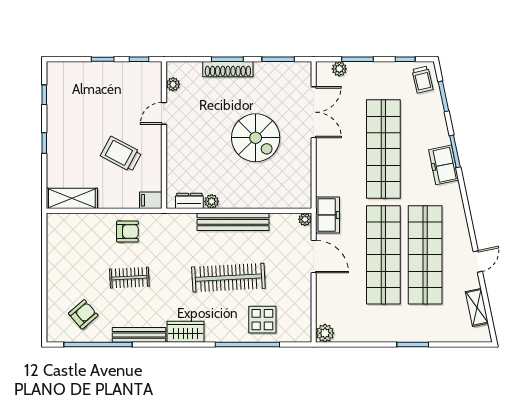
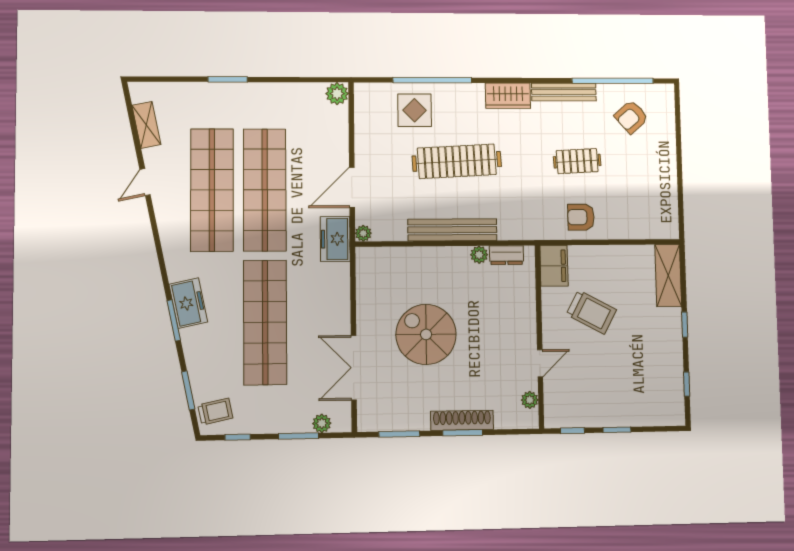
trolley: (422, 80) -> (215, 412), turned 91
shelving: (72, 198) -> (668, 276), moved, turned 90
filing cabinet: (151, 200) -> (554, 266), width x2.00
door: (314, 257) -> (352, 187), hinge flipped

